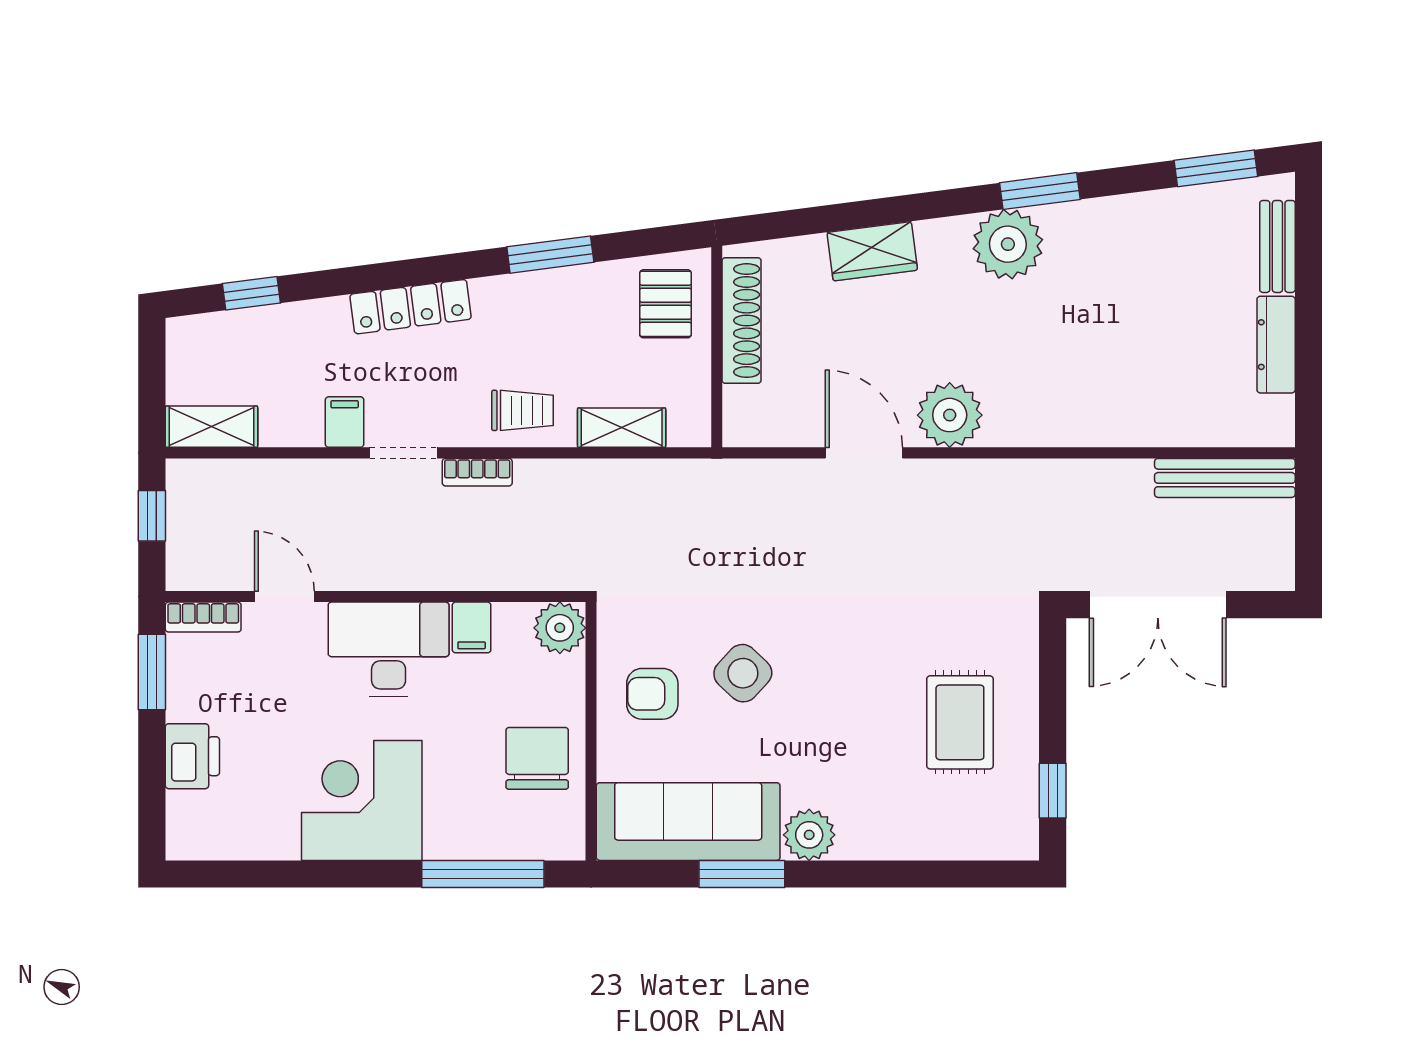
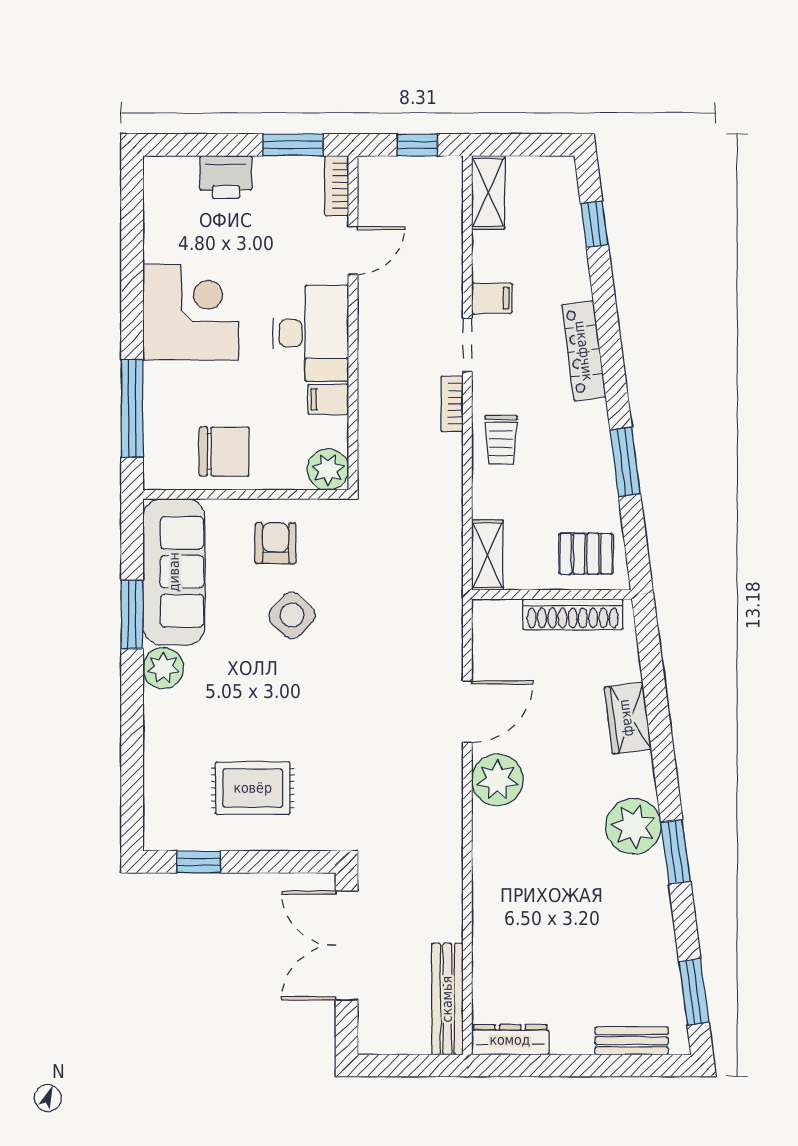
dresser: (1276, 345) -> (510, 1040), moved
shelving: (622, 428) -> (487, 555), moved

